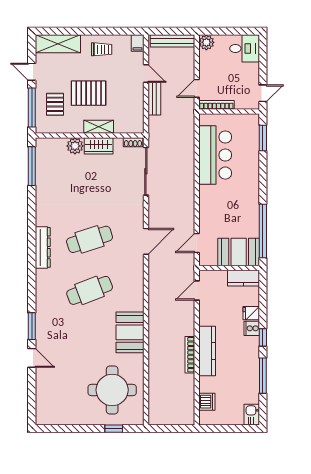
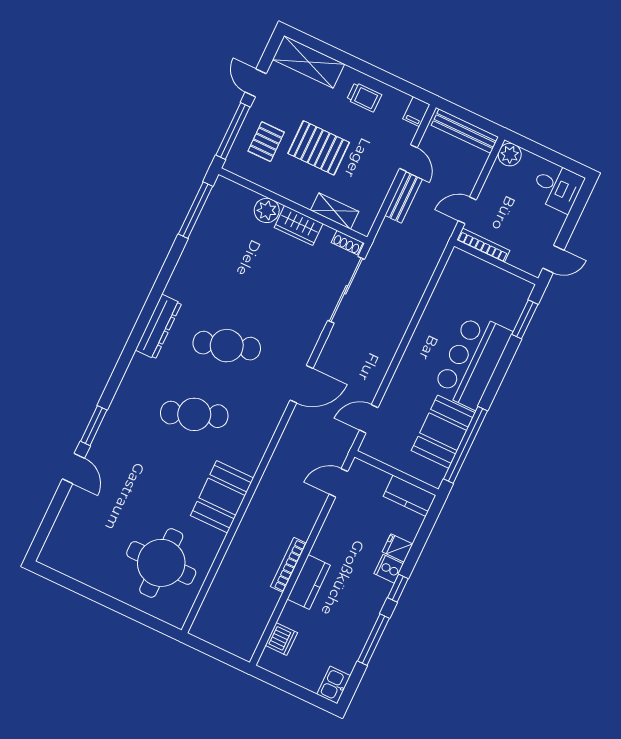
shelving: (99, 127) -> (335, 211), moved
bar counter: (215, 155) -> (472, 361), moved, turned 180
booth: (239, 252) -> (443, 432), moved, turned 90
kitchen counter: (207, 351) -> (309, 582), width x0.67
window: (114, 429) -> (139, 616), removed

